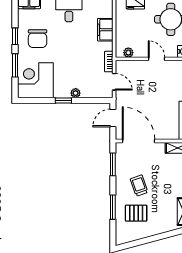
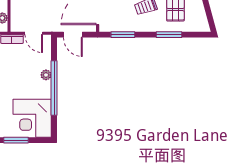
door: (114, 82) -> (34, 33), swing flipped
window: (63, 101) -> (54, 88), width x3.17

